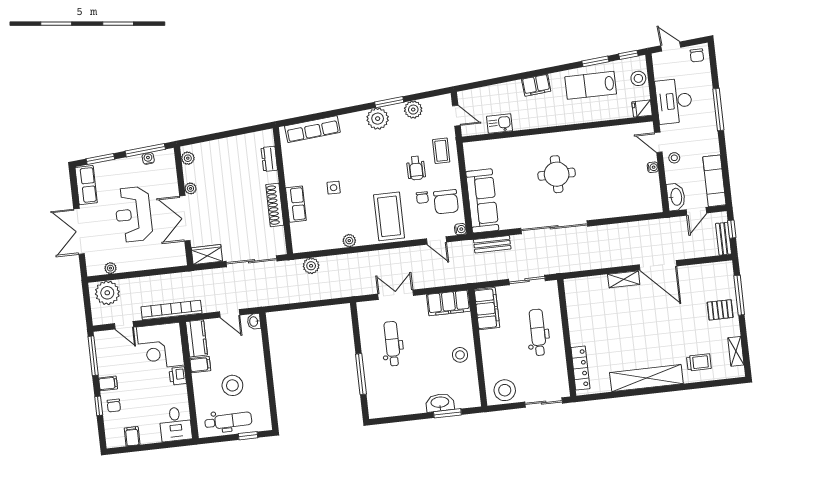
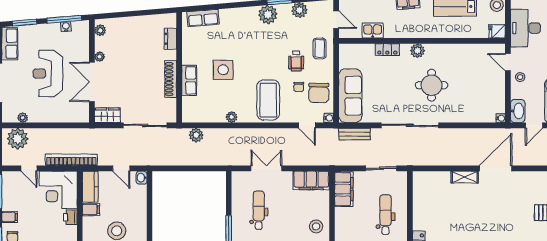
row of seats: (312, 129) -> (203, 18), width x0.68
plant: (553, 141) -> (417, 51), added
locker: (519, 143) -> (387, 50), added
water cooler: (653, 167) -> (501, 118), moved
round table: (557, 174) -> (432, 85), moved
side table: (334, 188) -> (223, 70), width x1.87, depth x1.87
door: (658, 265) -> (496, 168), swing flipped

